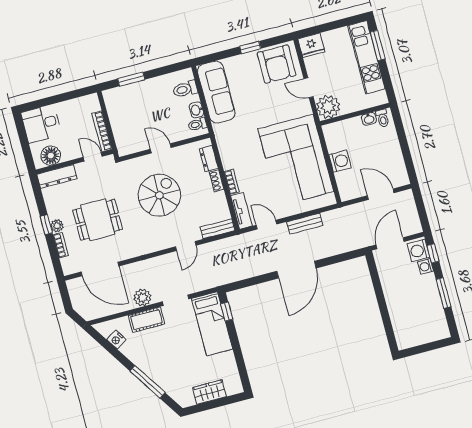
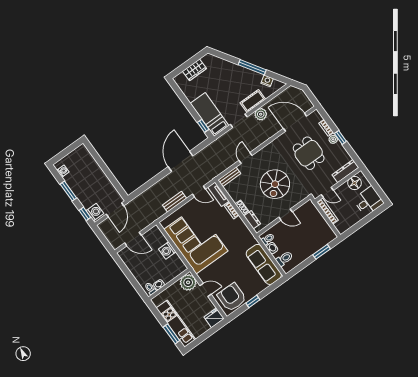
dining table: (98, 220) -> (309, 153), turned 90
washing machine: (426, 266) -> (63, 171), moved
door: (297, 270) -> (181, 161), moved
window: (148, 382) -> (252, 67), moved

